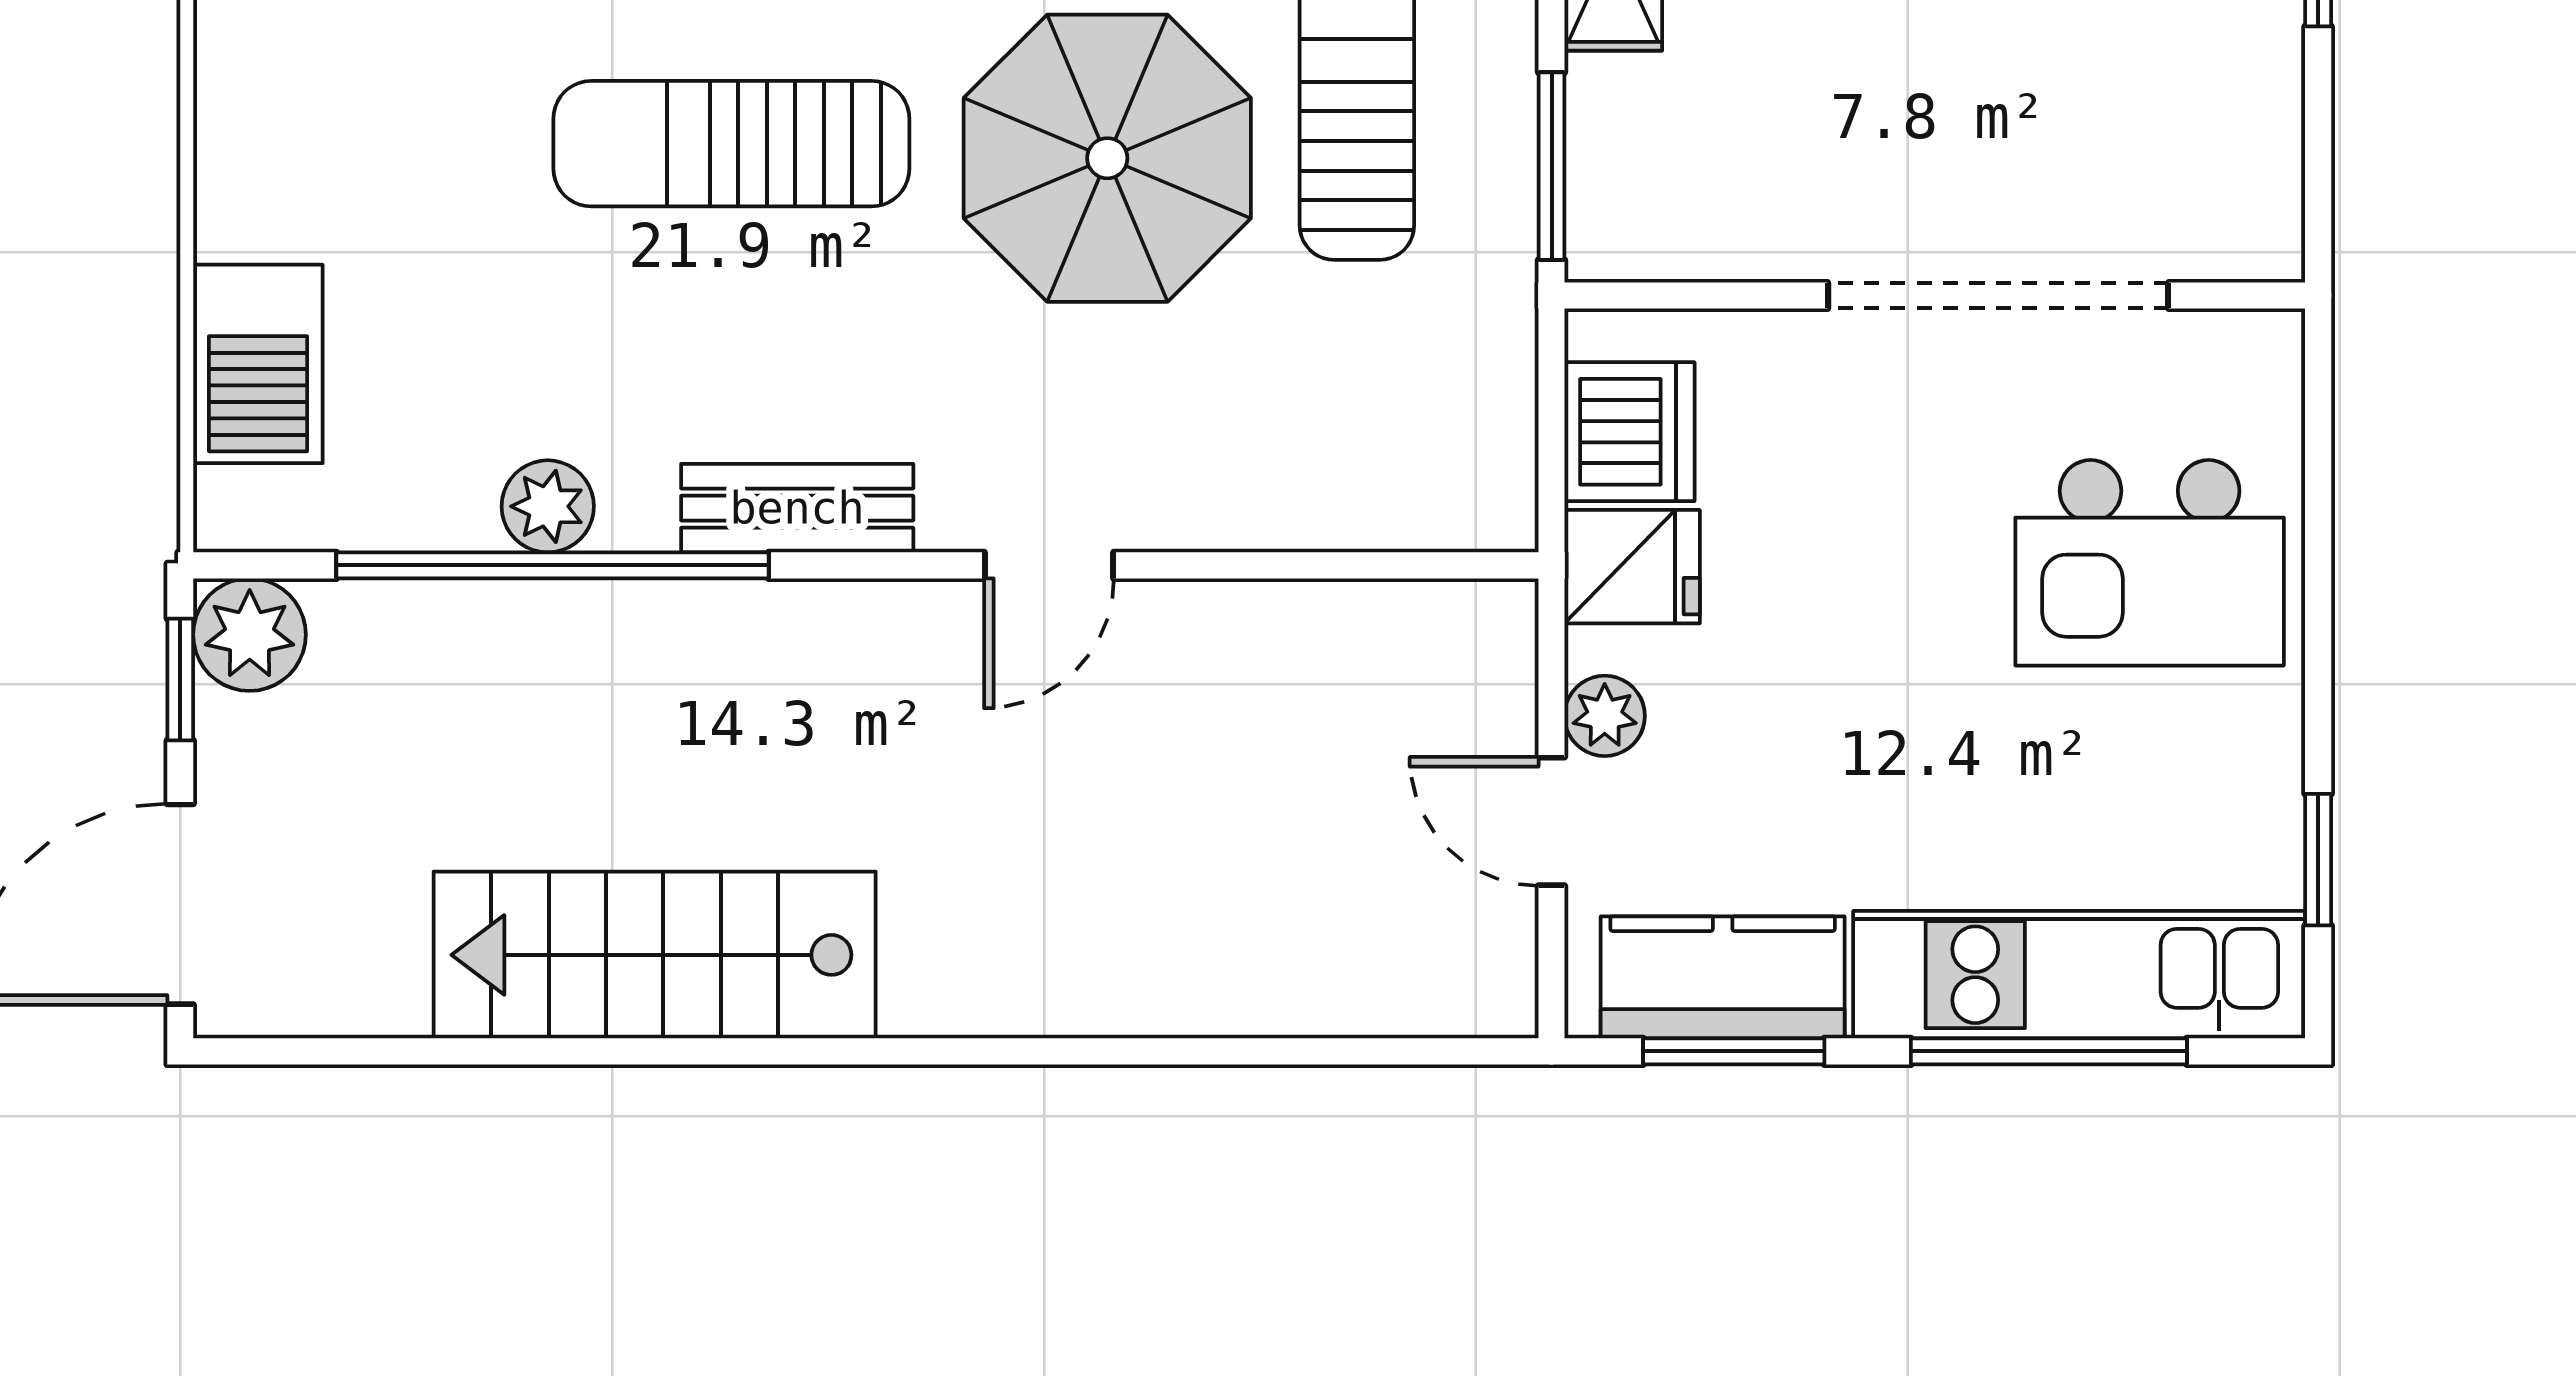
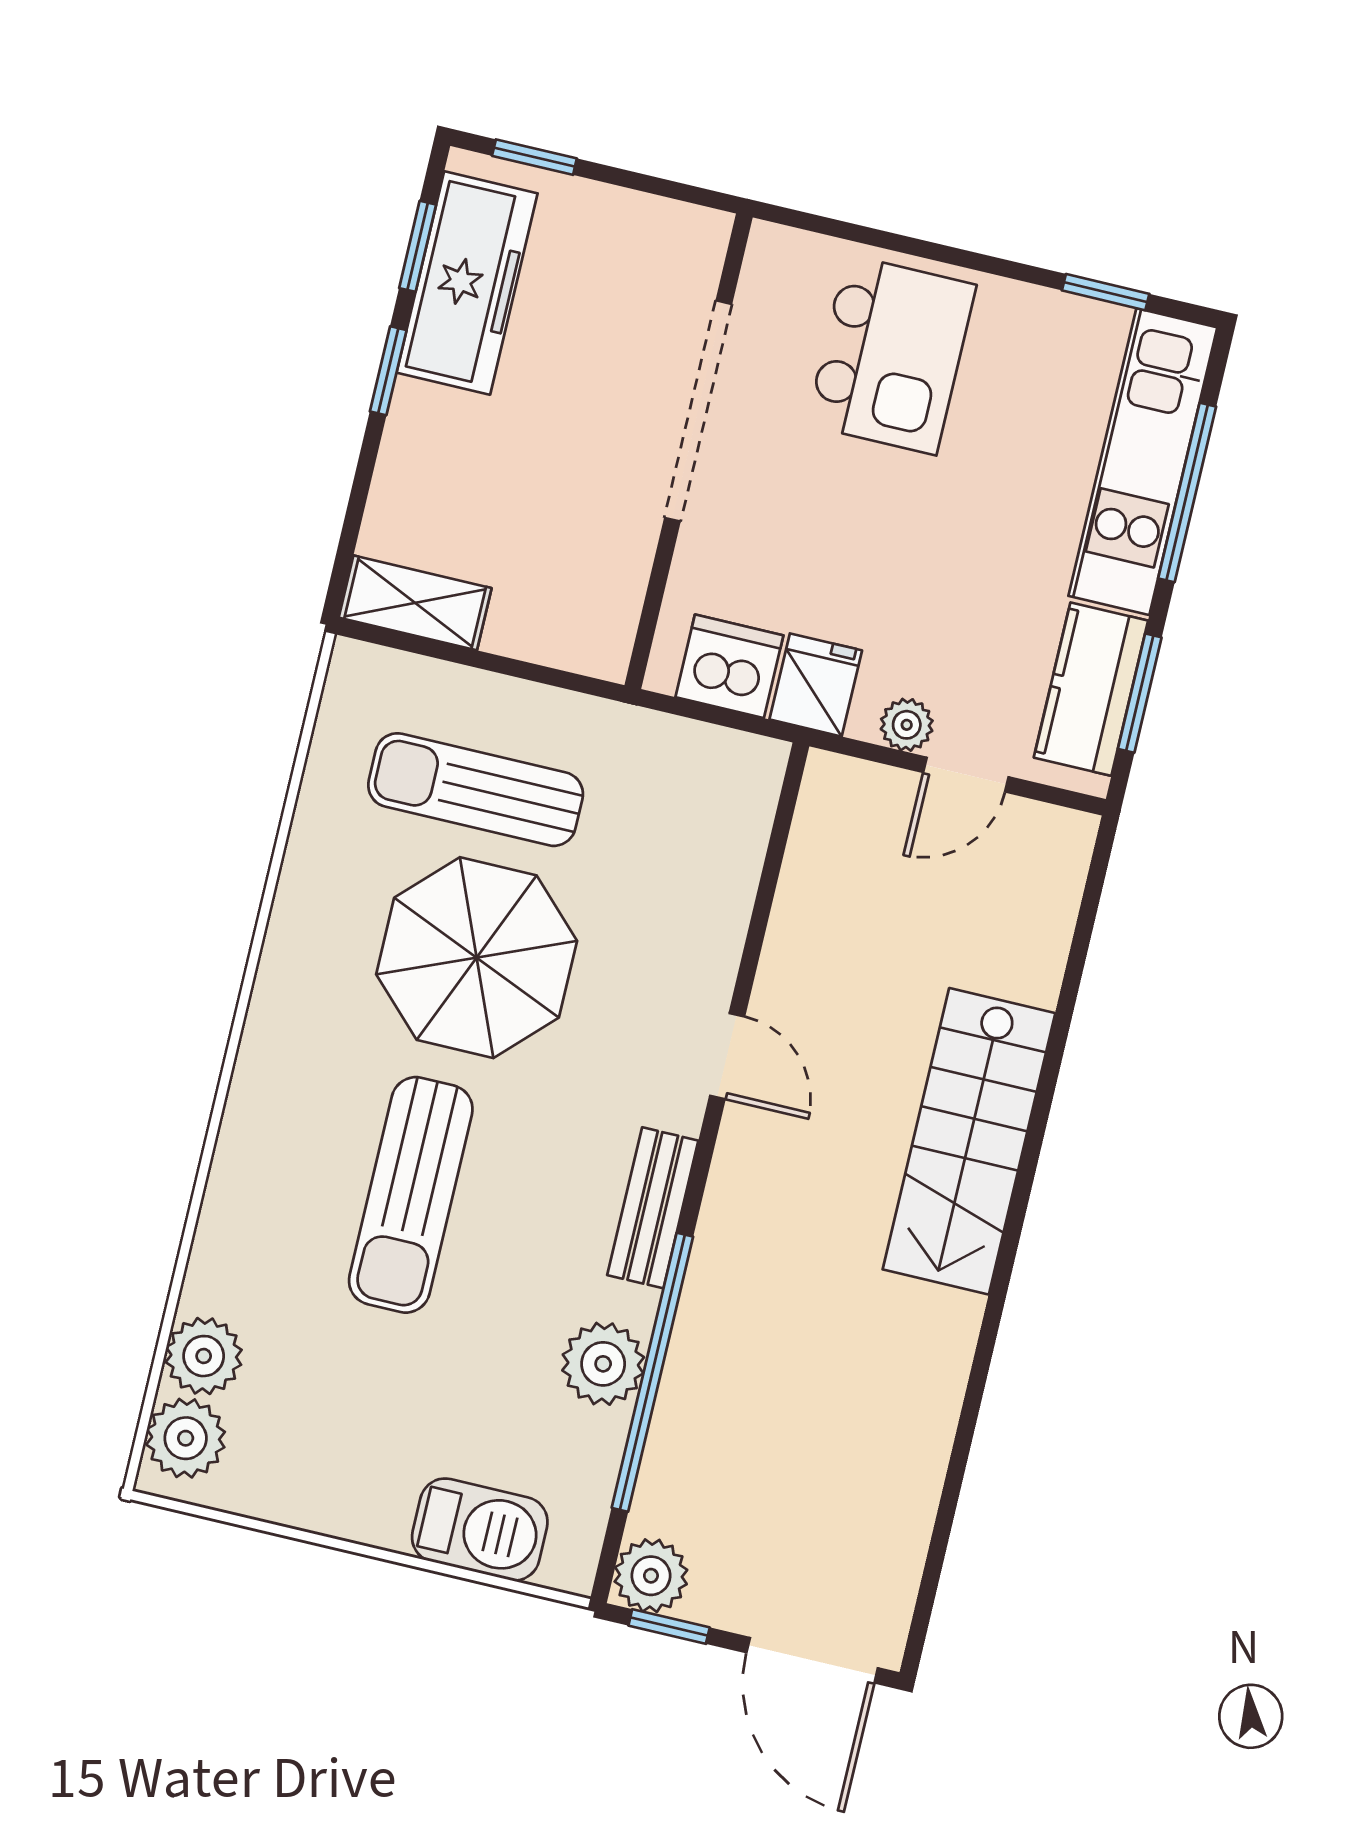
window: (1552, 166) -> (549, 676), removed
plant: (548, 506) -> (603, 1364), width x1.38, depth x1.38
stairs: (655, 955) -> (969, 1141), moved

